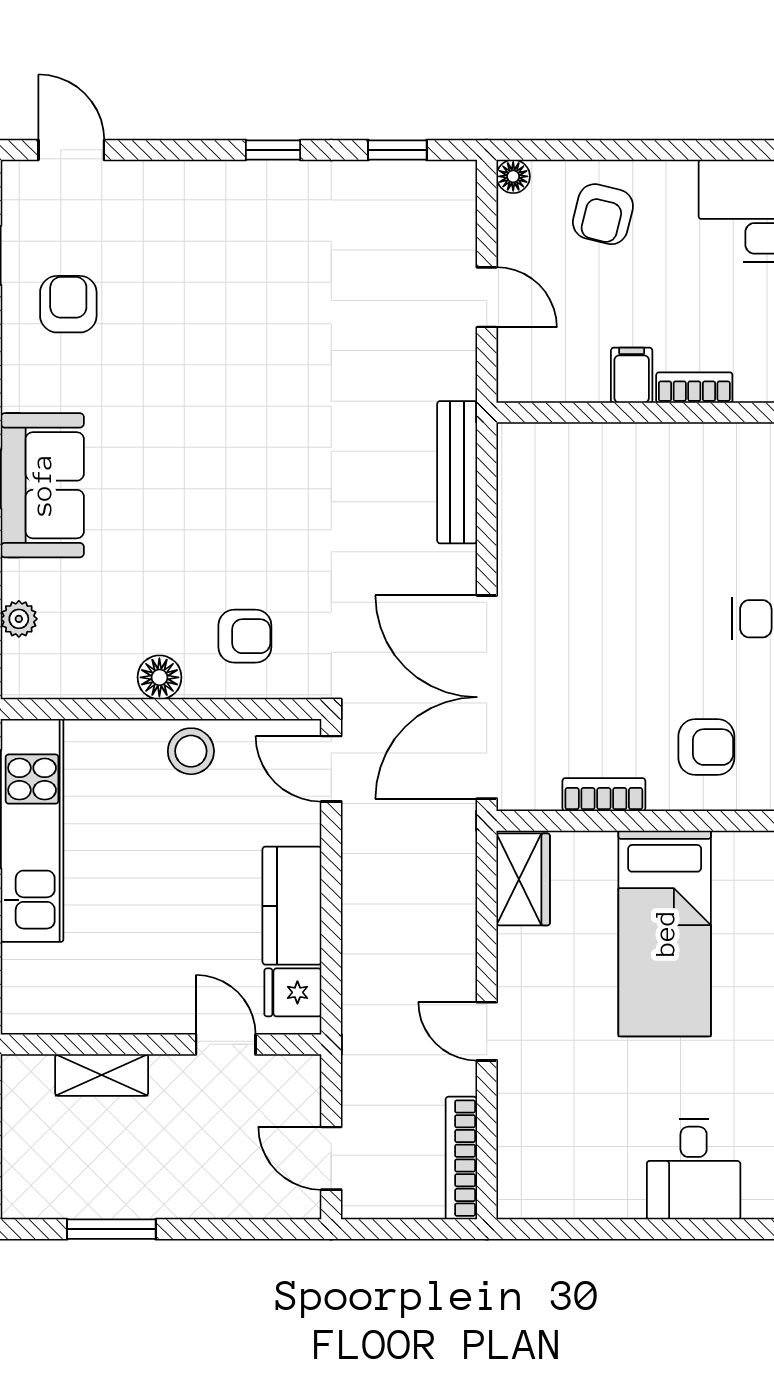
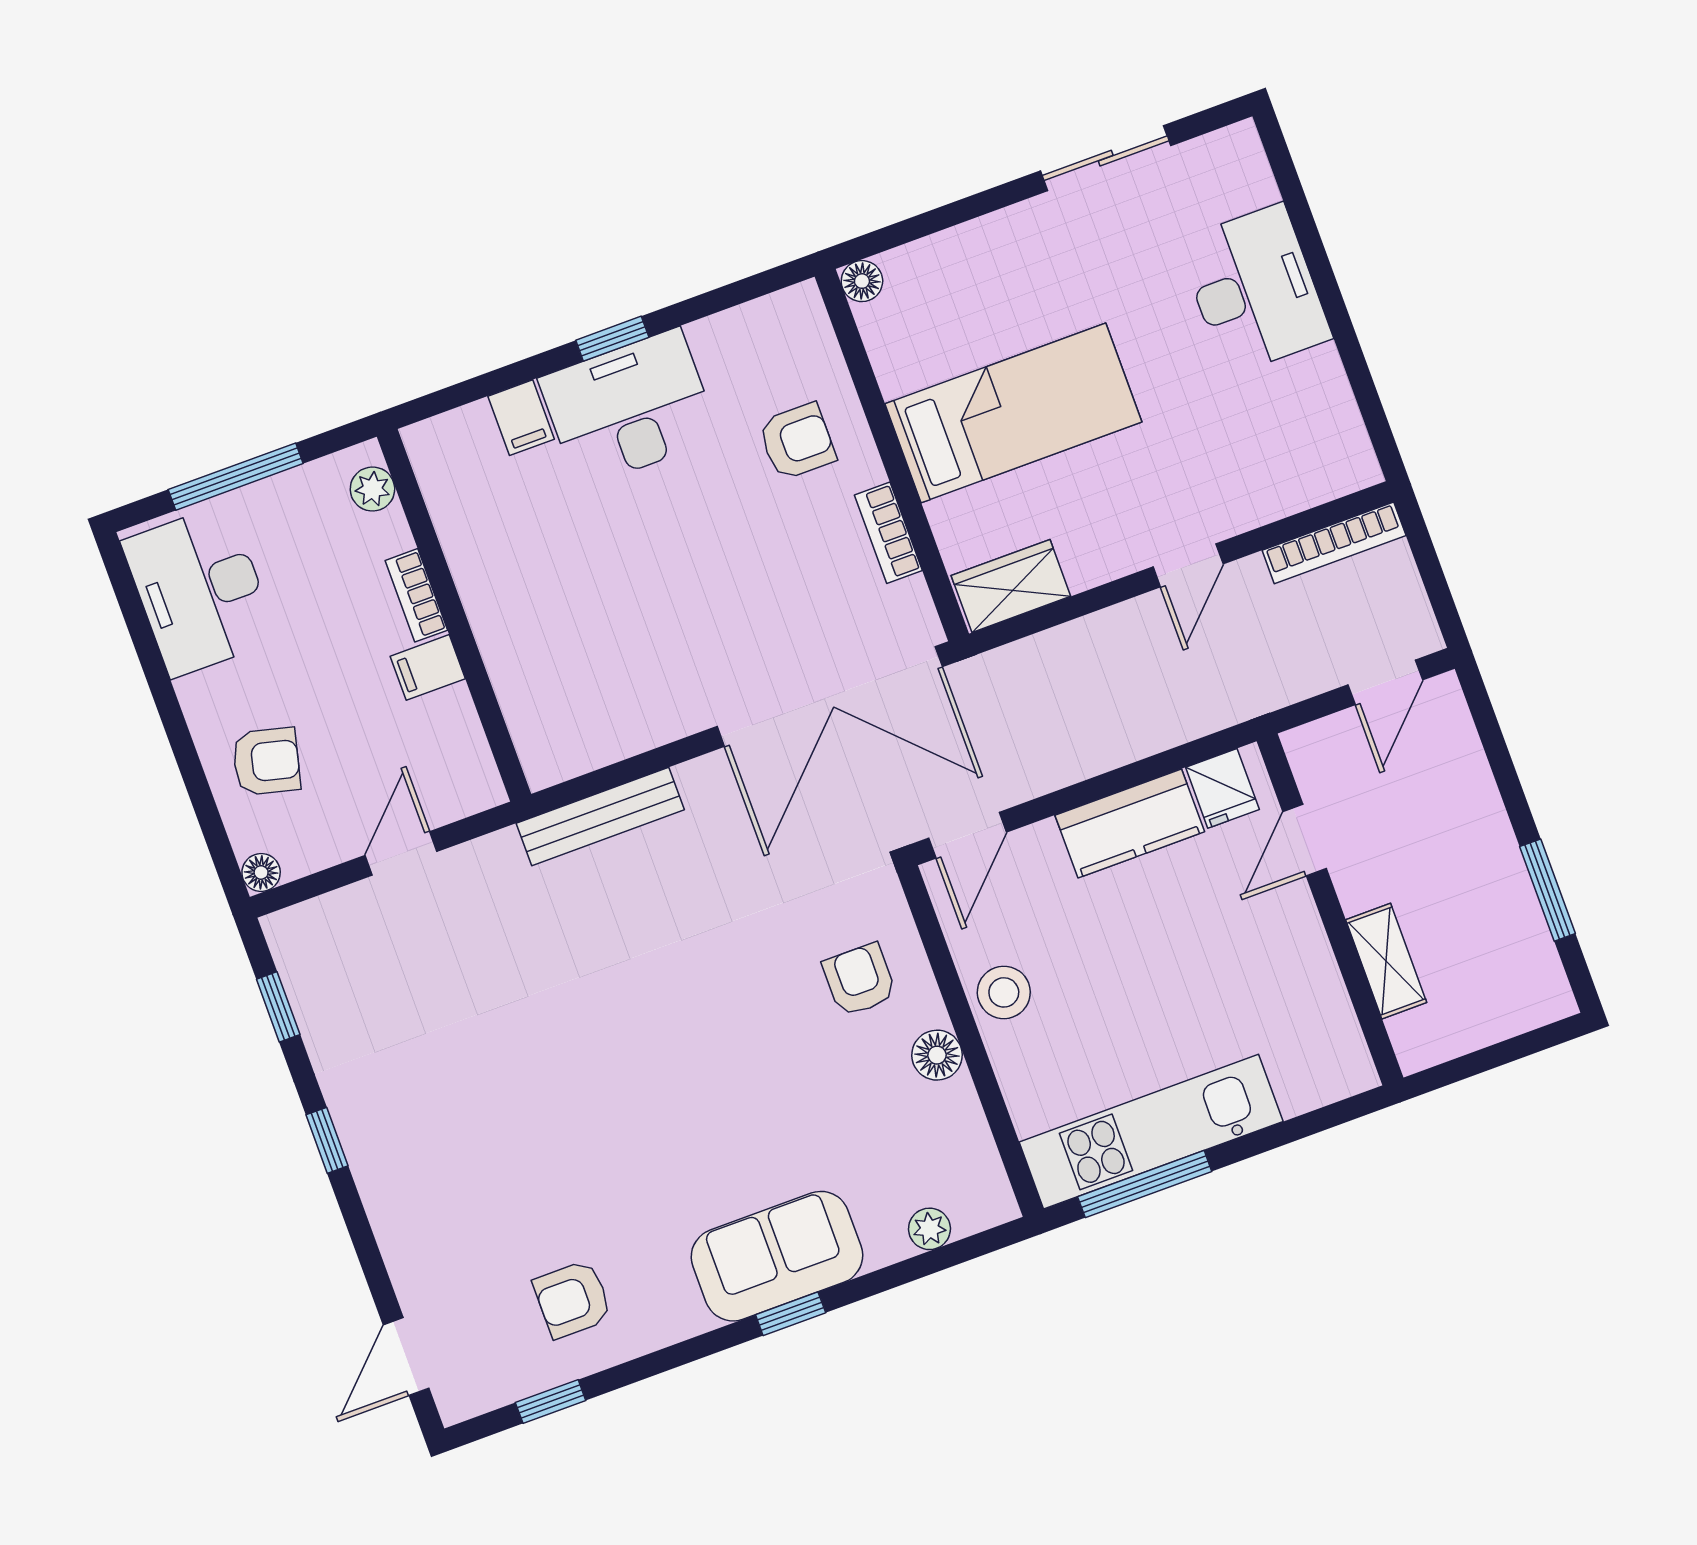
armchair: (706, 747) -> (797, 441), turned 90
desk: (694, 1169) -> (1255, 290), width x1.37

